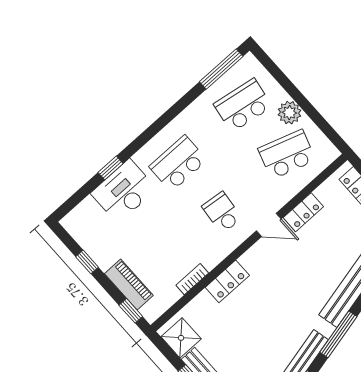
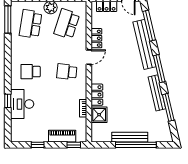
school desk: (178, 163) -> (31, 72), width x0.54
shower: (181, 338) -> (99, 115), moved

